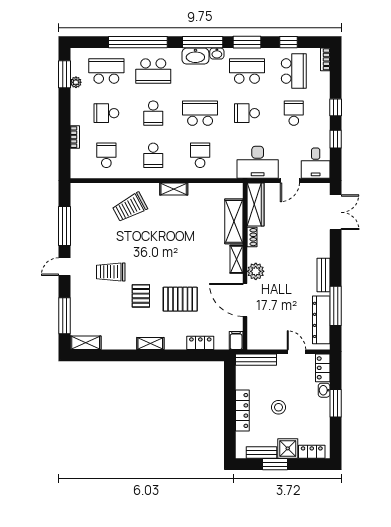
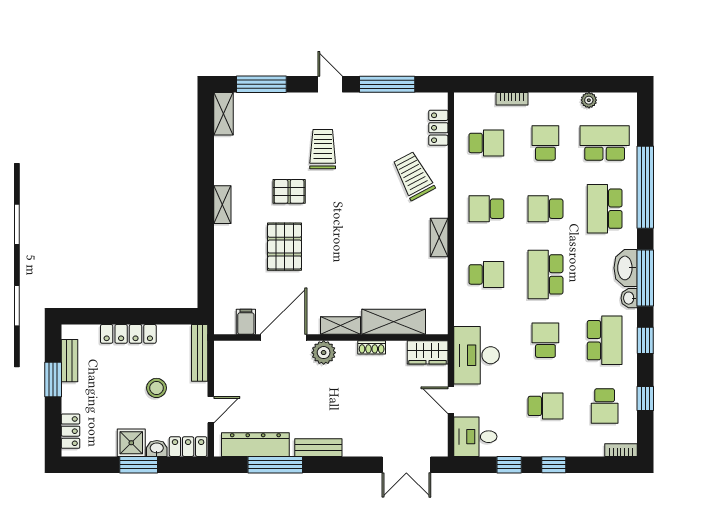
window: (247, 42) -> (645, 340), width x0.67
school desk: (106, 71) -> (605, 143), turned -90
school desk: (294, 71) -> (605, 406), width x0.54
window: (65, 74) -> (600, 84), removed
school desk: (200, 113) -> (545, 274), turned 180
wardrobe: (256, 204) -> (428, 352), width x0.67
filing cabinet: (236, 340) -> (246, 322), moved, turned -90
locker: (200, 343) -> (438, 128), moved, turned 180
stool: (279, 407) -> (157, 388), moved
shower: (288, 448) -> (131, 443), moved

